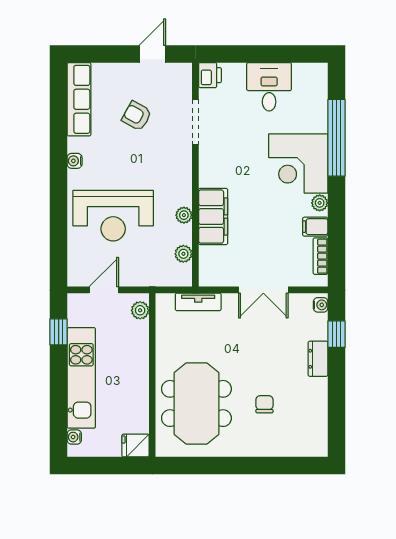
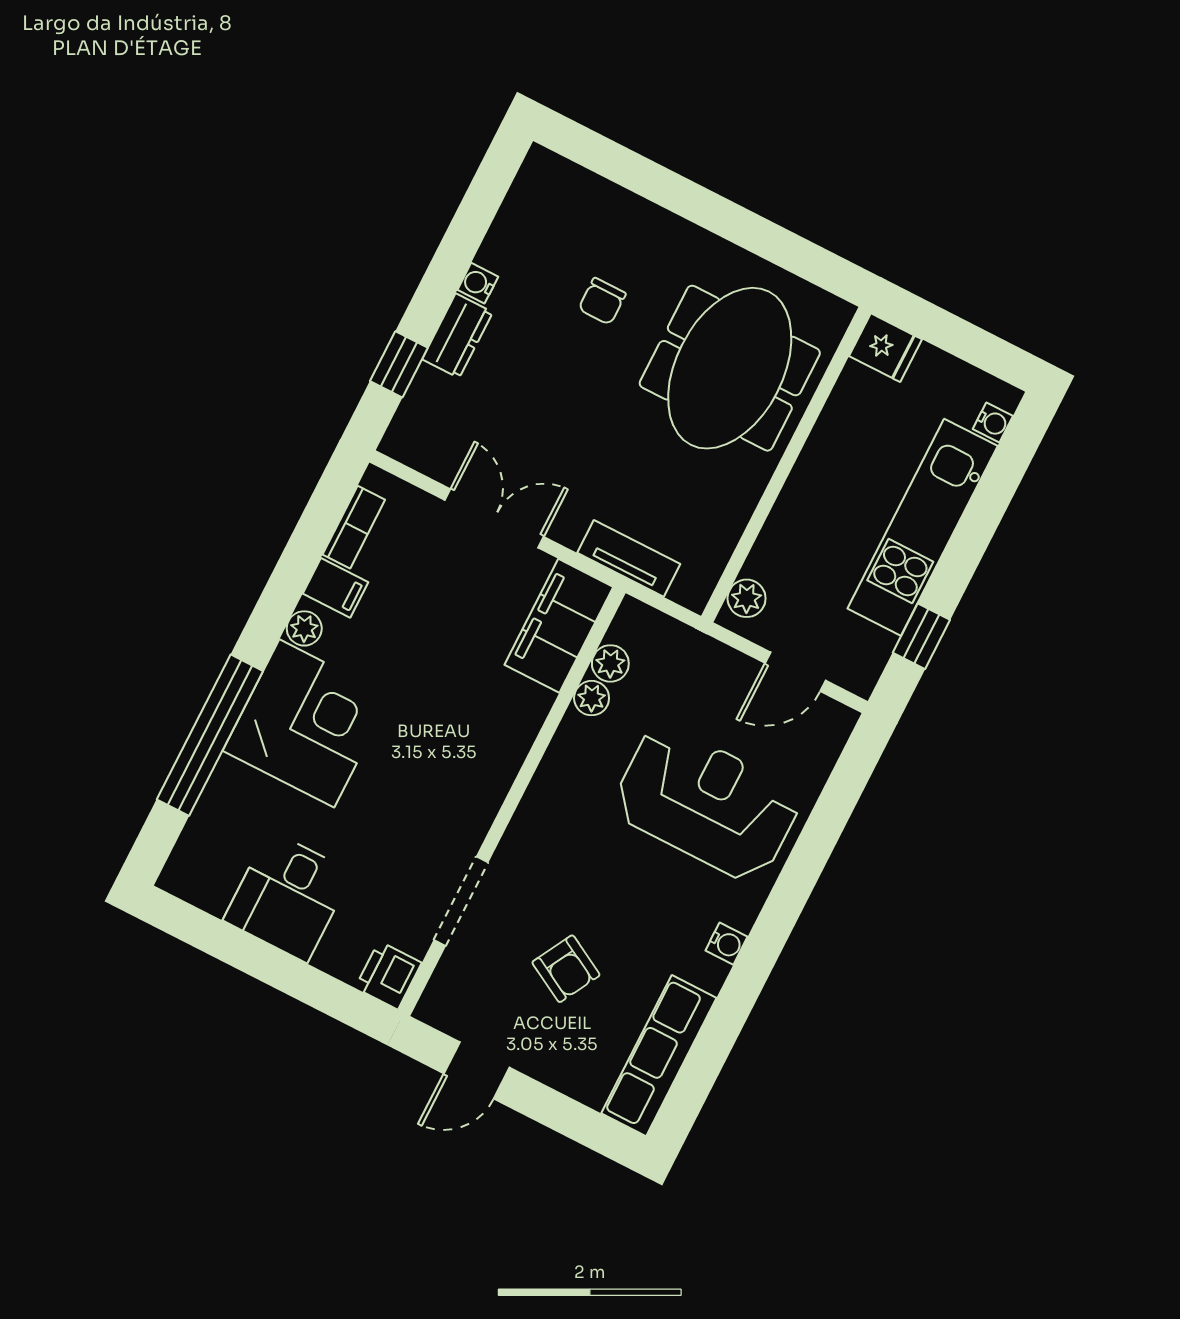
plant: (184, 215) -> (592, 698), moved
filing cabinet: (213, 217) -> (559, 626), moved
water cooler: (321, 305) -> (478, 283), moved

